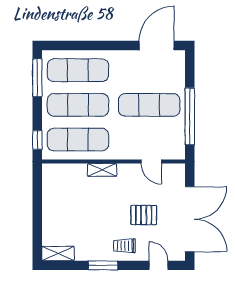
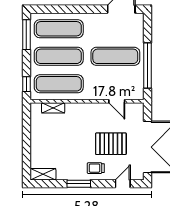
shelving: (102, 170) -> (53, 108), moved
pallet: (144, 215) -> (111, 144), width x1.50, depth x1.42
door: (159, 265) -> (123, 184), hinge flipped

